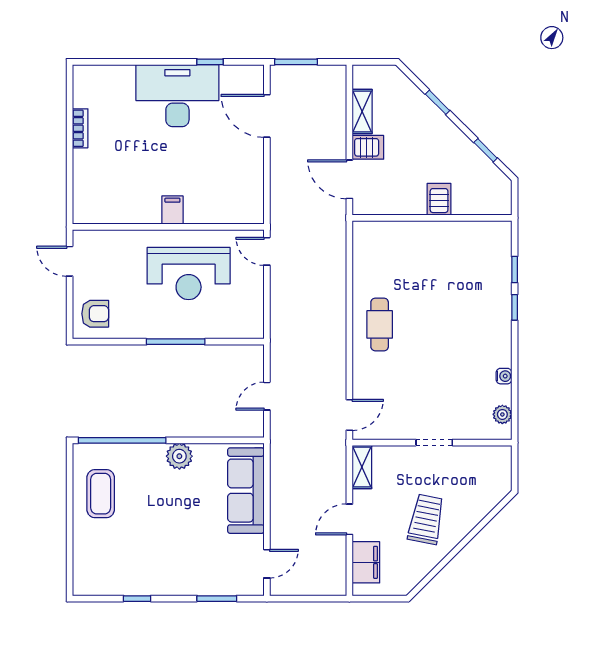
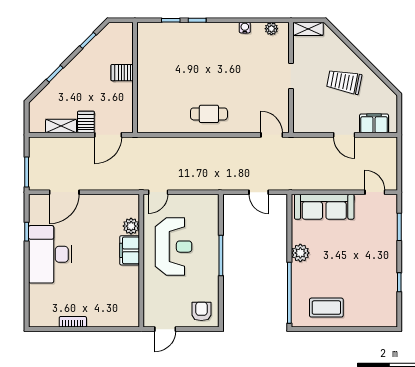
filing cabinet: (172, 210) -> (130, 250), width x2.00
plant: (218, 212) -> (131, 226), added
shelving: (362, 467) -> (308, 29), moved

